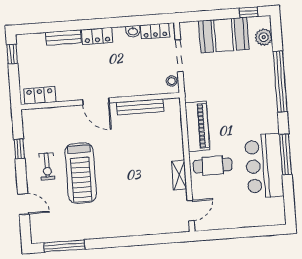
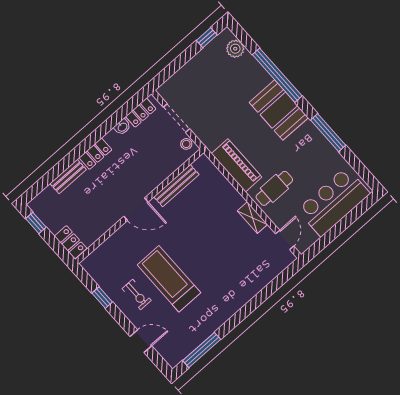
booth: (224, 35) -> (279, 110), moved, turned 90
locker: (40, 95) -> (71, 242), moved, turned 90
bar counter: (264, 166) -> (334, 202), moved, turned 90
treadmill: (81, 173) -> (169, 279), turned 180

